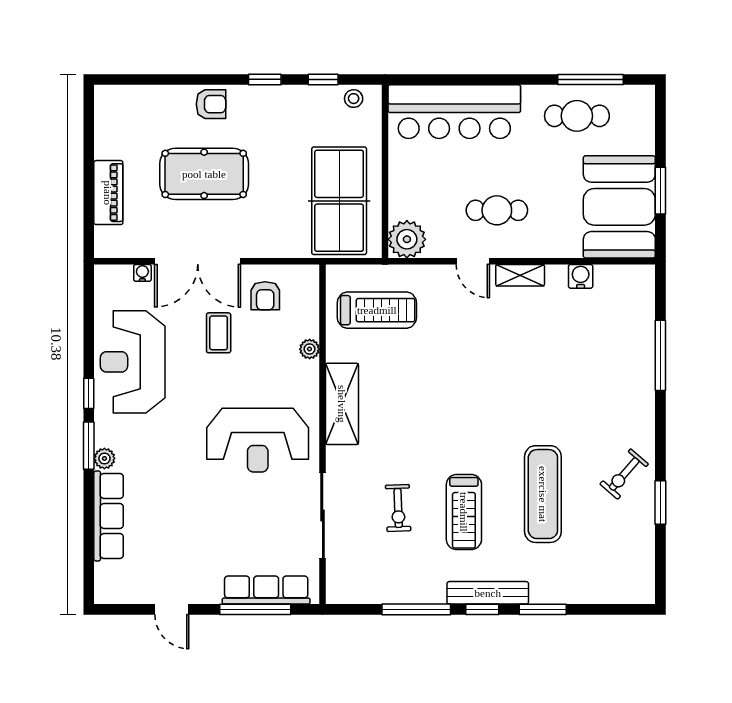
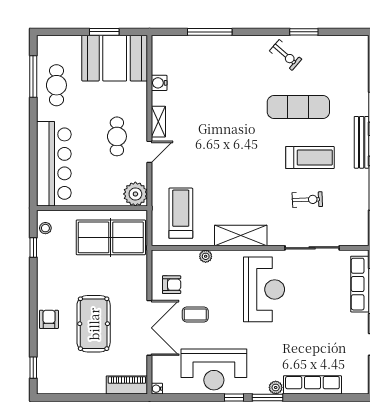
window: (265, 79) -> (33, 368), moved
piano: (108, 193) -> (127, 385), moved
water cooler: (142, 273) -> (157, 389), moved

